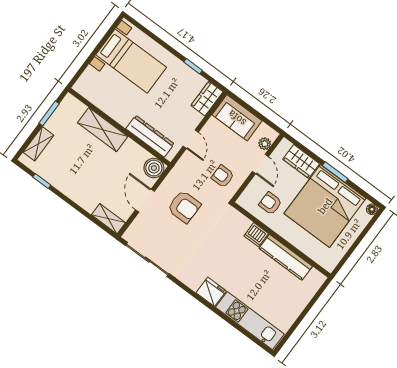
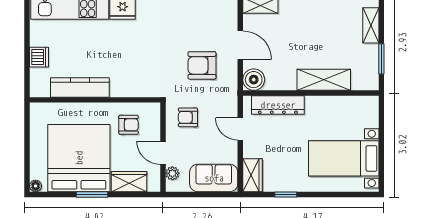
armchair: (223, 176) -> (188, 117), turned 180
dishwasher: (256, 235) -> (39, 57), moved, turned 90

